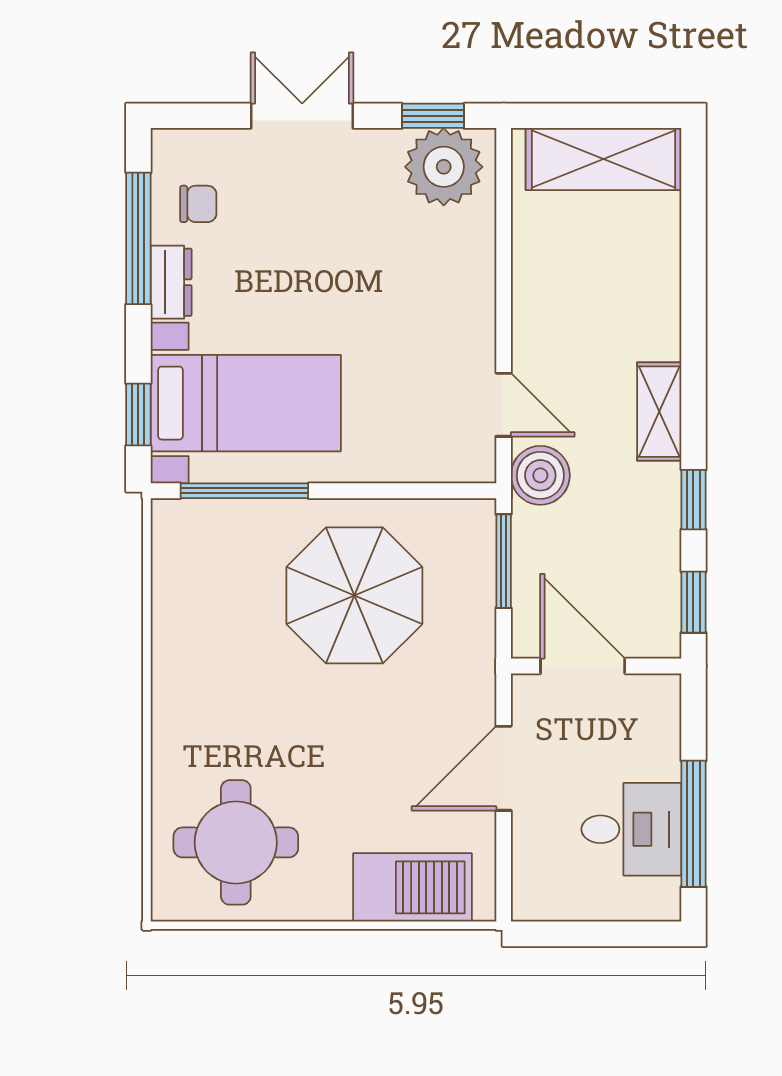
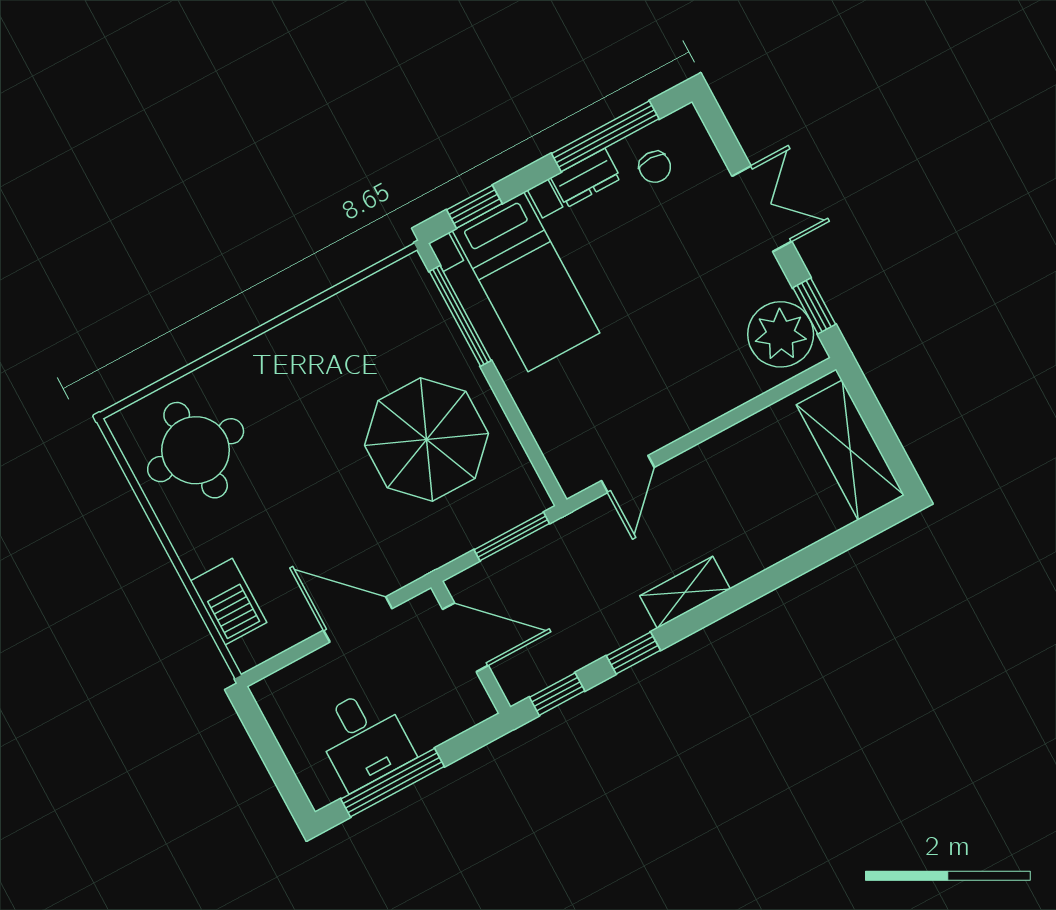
boiler: (540, 475) -> (590, 530), removed
door: (583, 666) -> (465, 637), hinge flipped
barbecue: (412, 887) -> (228, 602), width x0.73, depth x0.83

